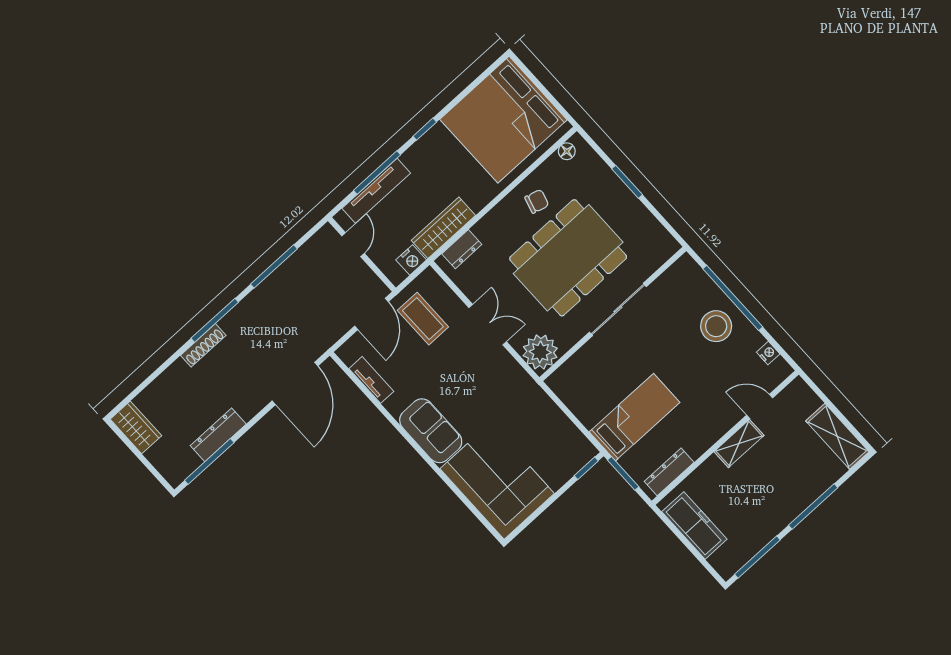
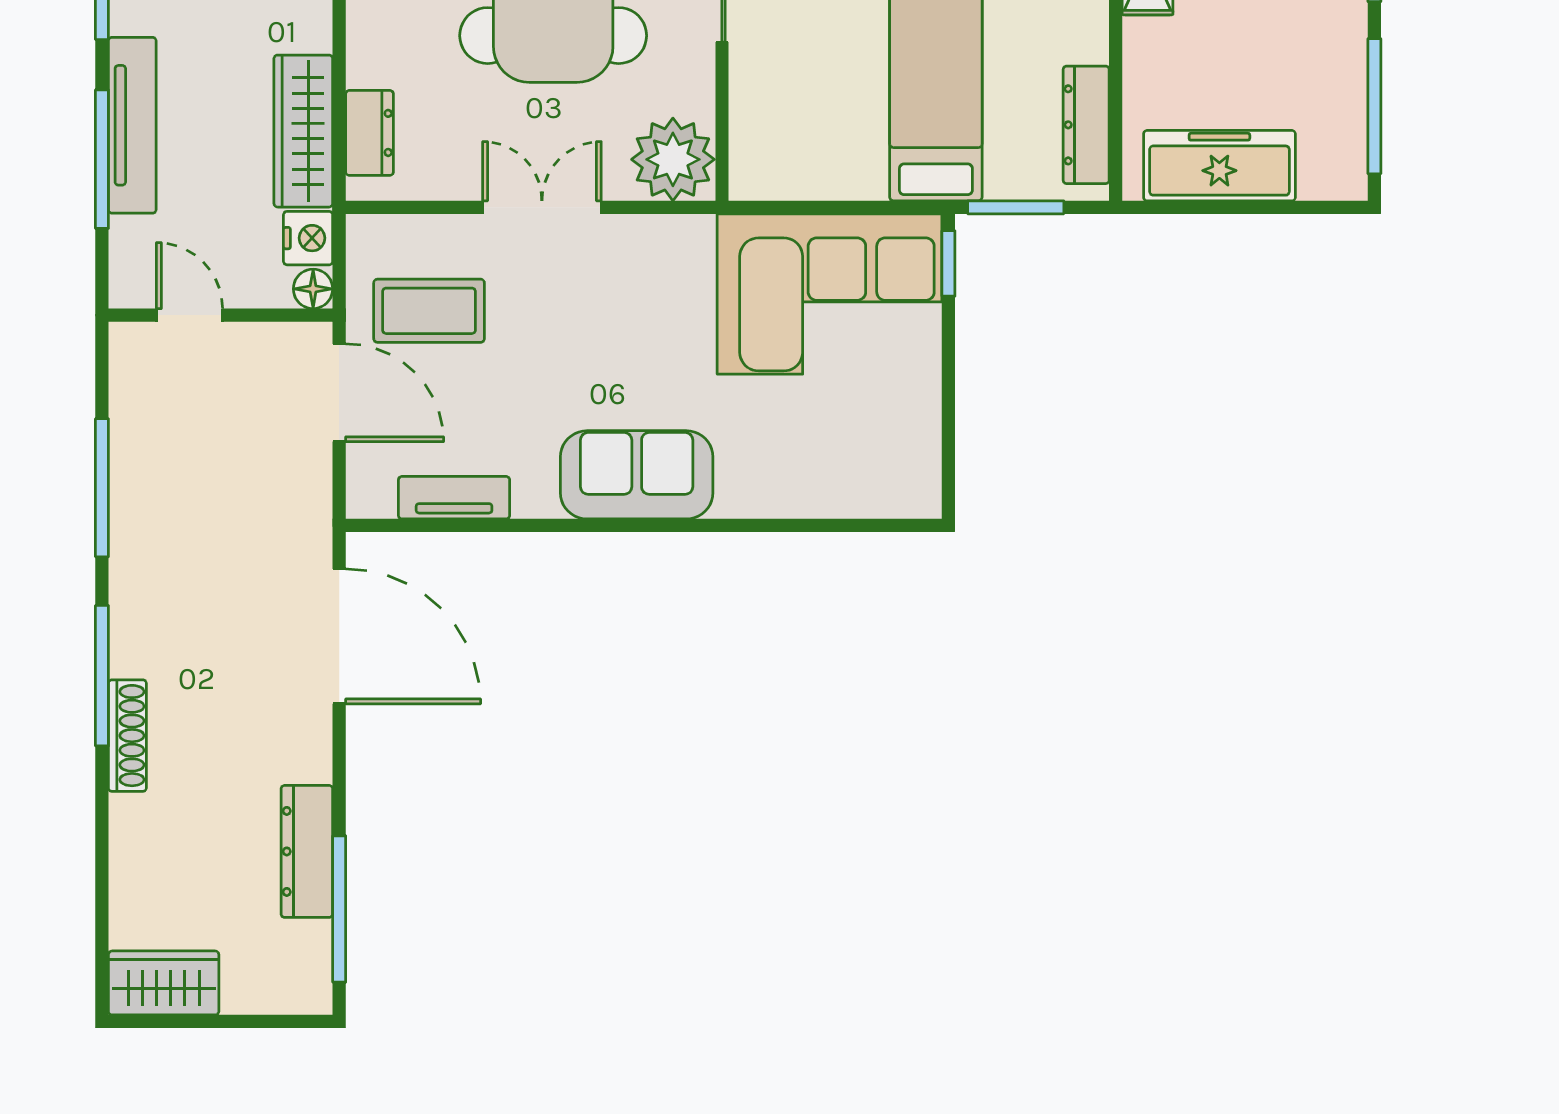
tv unit: (376, 191) -> (132, 125), moved
floor lamp: (397, 276) -> (313, 289), added
corner sofa: (497, 481) -> (830, 294), moved, turned 180

